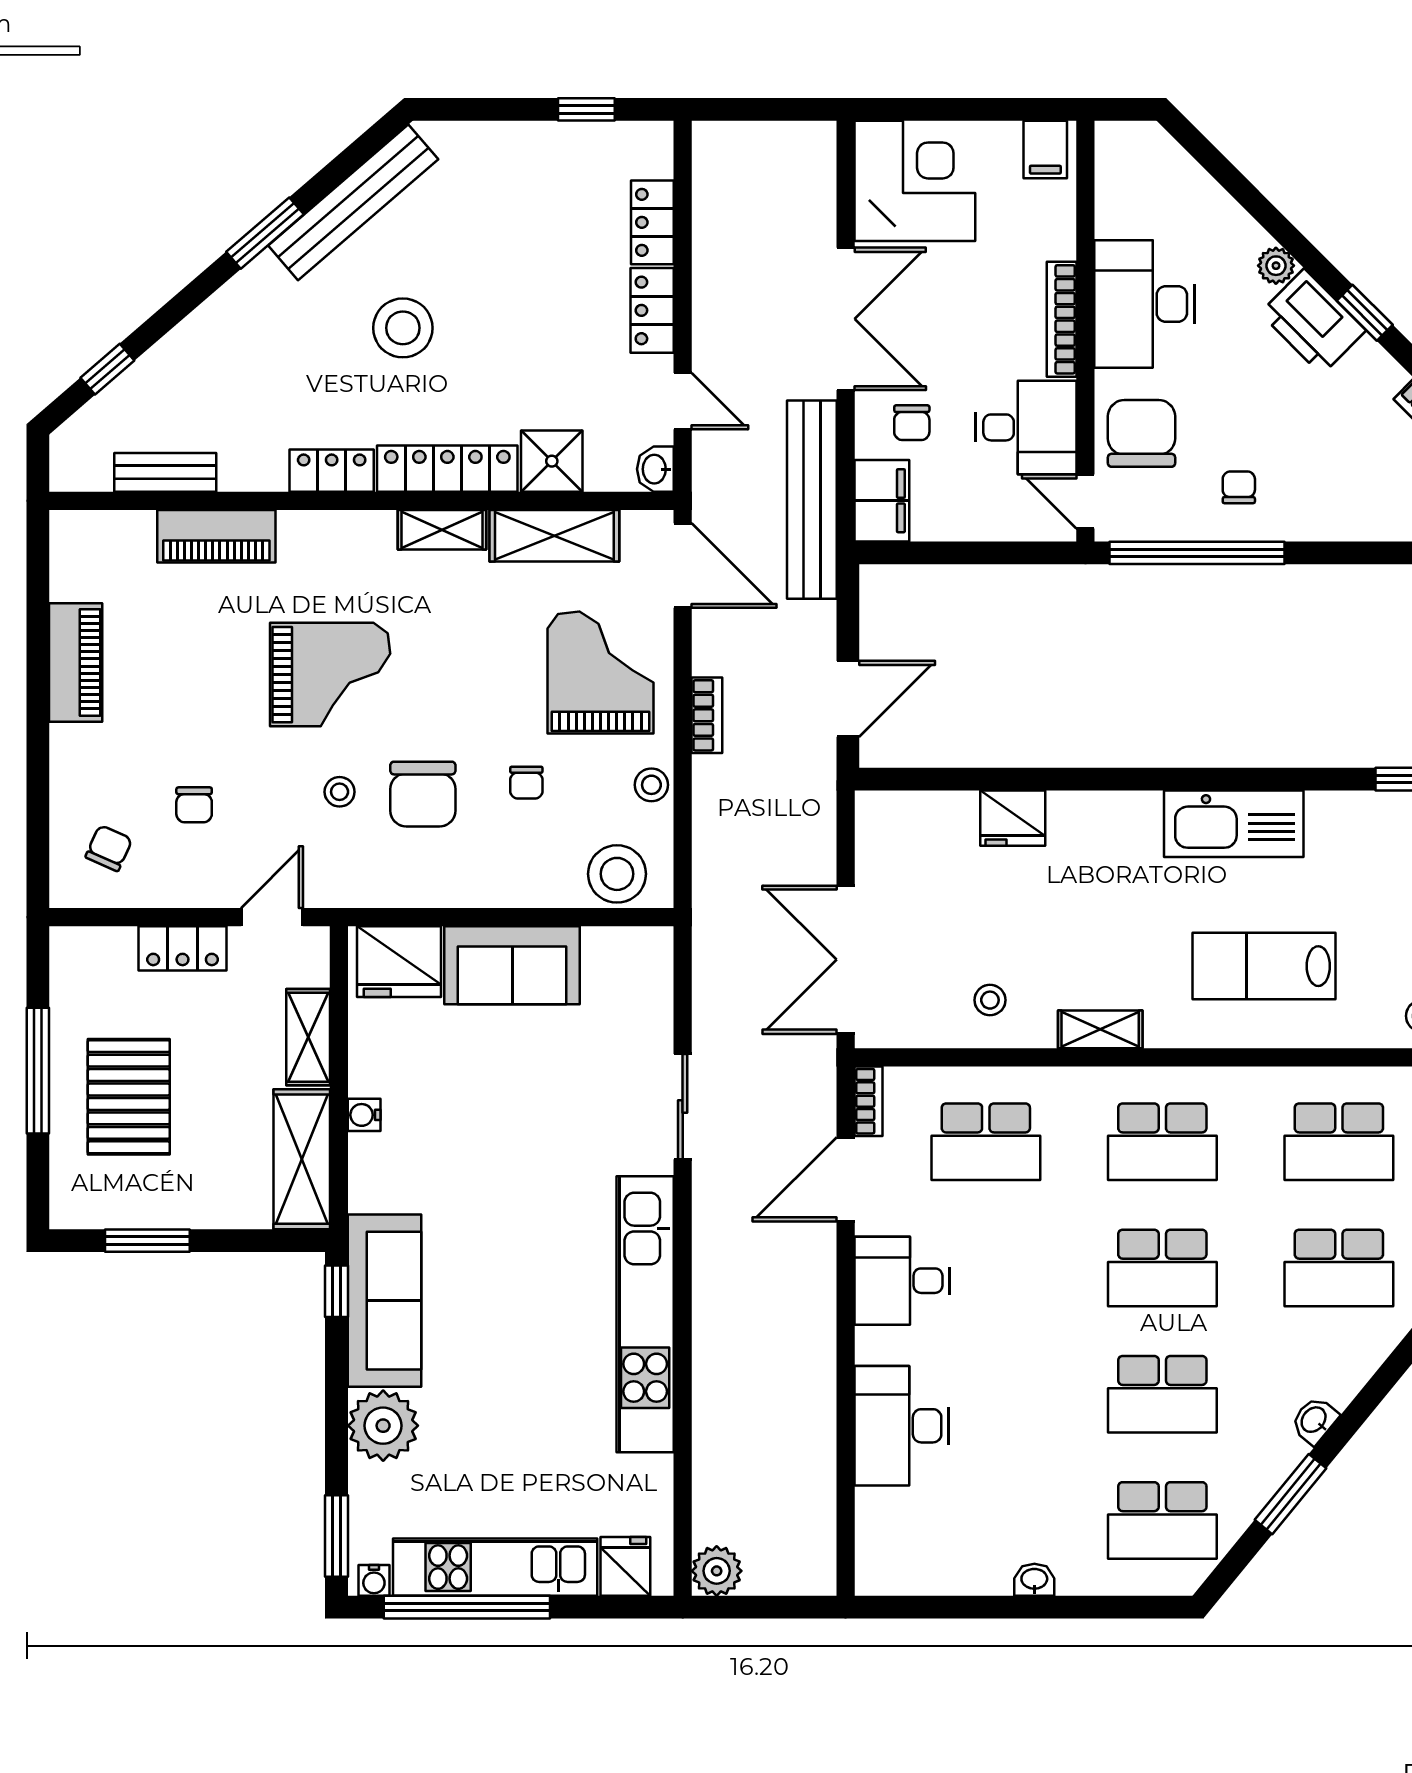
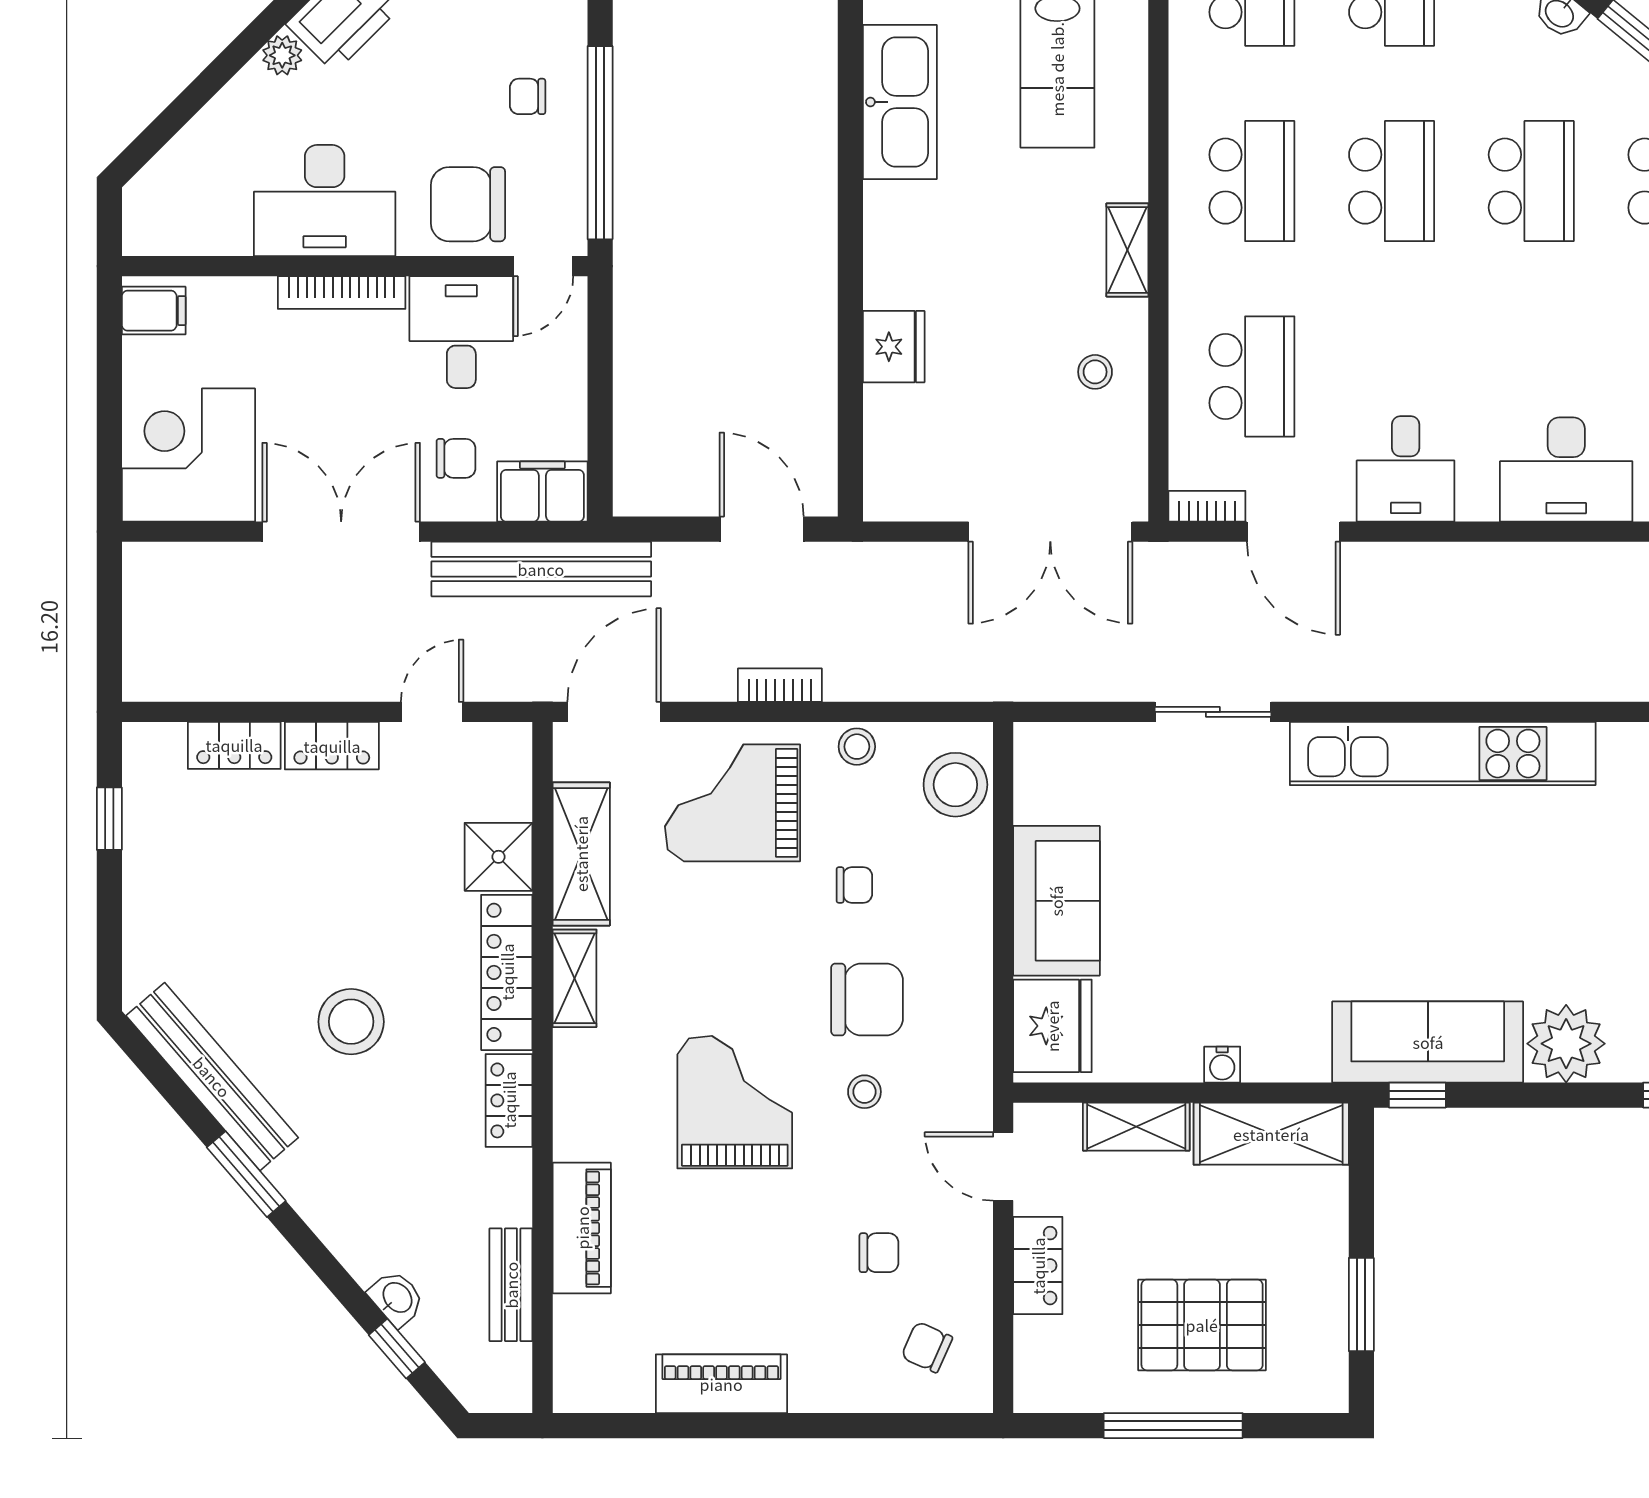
washbasin: (655, 469) -> (397, 1298), moved, turned -131

